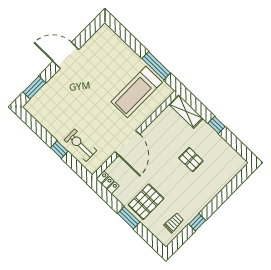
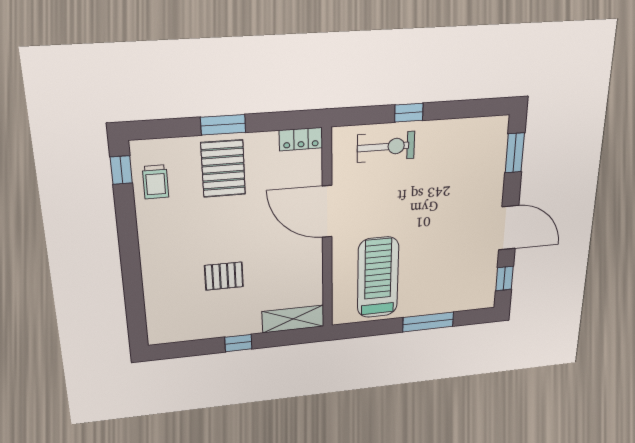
window: (88, 32) -> (504, 279), added
door: (66, 55) -> (509, 228), hinge flipped
window: (156, 66) -> (428, 322), moved
window: (197, 222) -> (121, 170), moved

